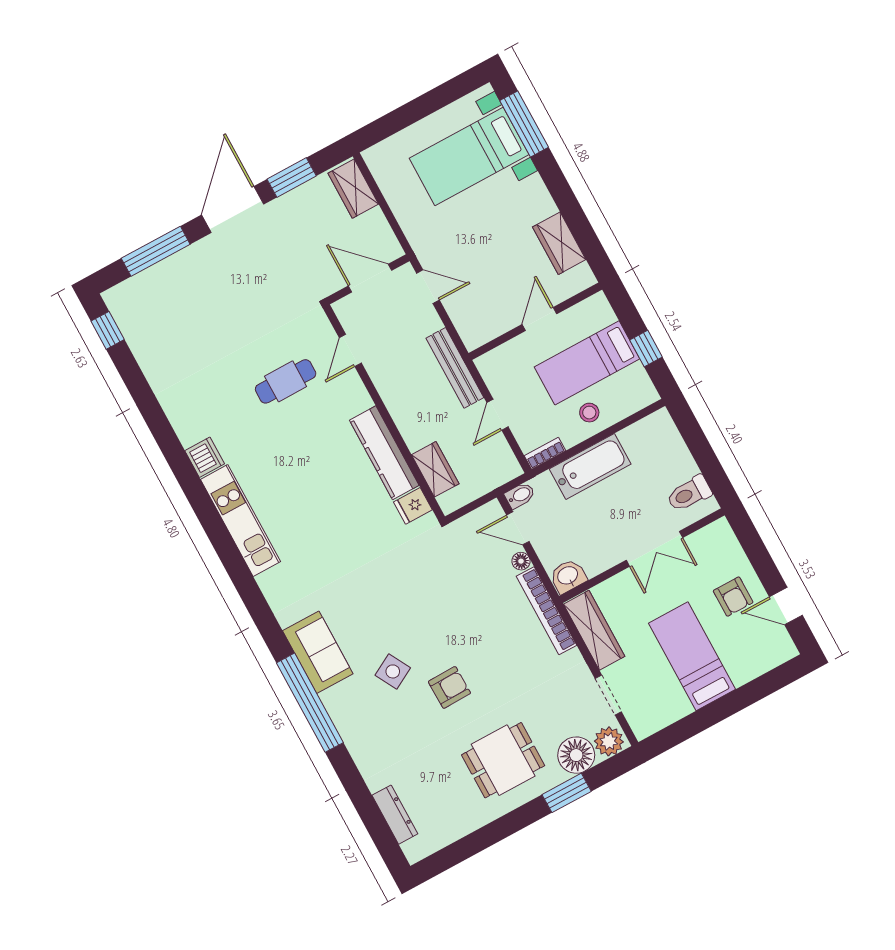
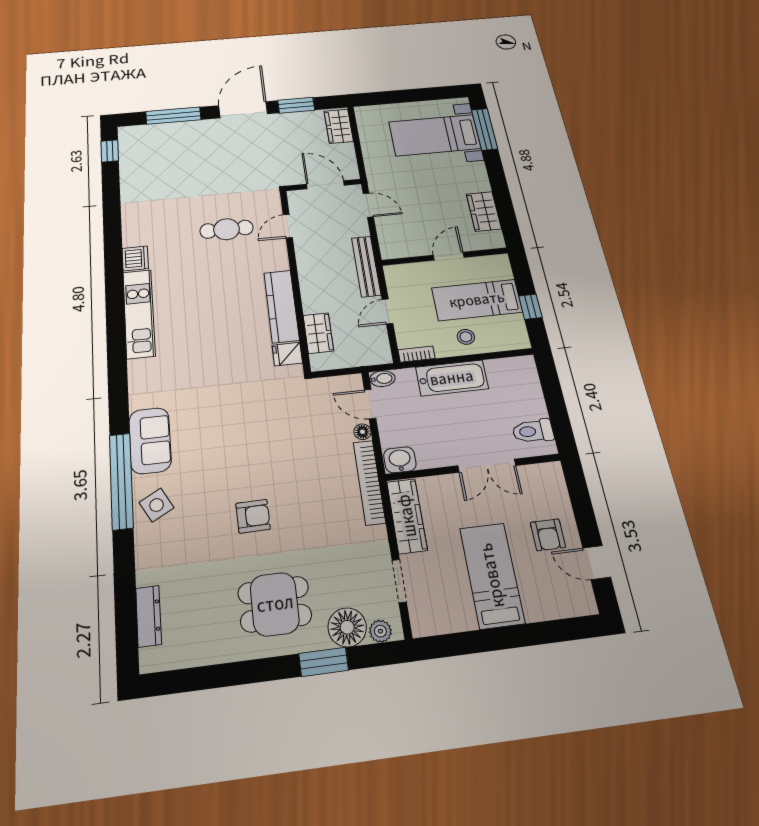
side table: (393, 671) -> (157, 505), moved
plant: (609, 741) -> (380, 631), width x0.73, depth x0.73

